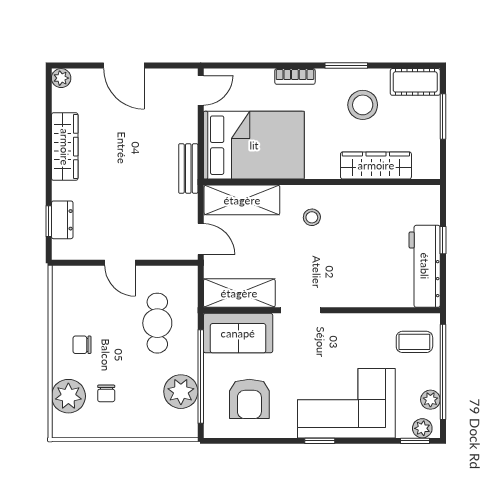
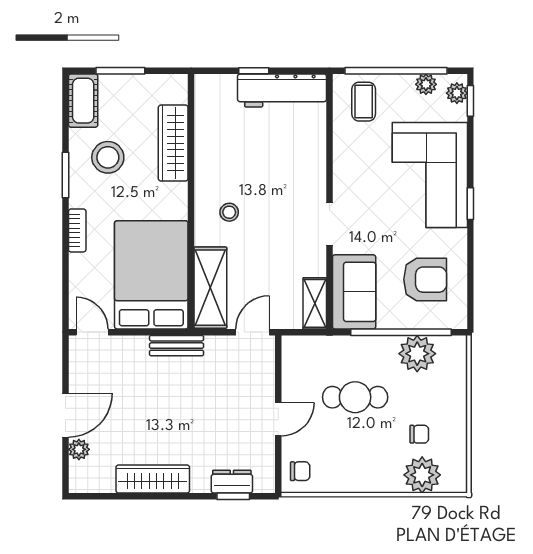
plant: (61, 78) -> (79, 449), moved
shelving: (239, 293) -> (315, 303), width x0.67, depth x0.75
cafe table: (157, 323) -> (355, 397), moved
chair: (82, 345) -> (300, 471), moved, turned -90

